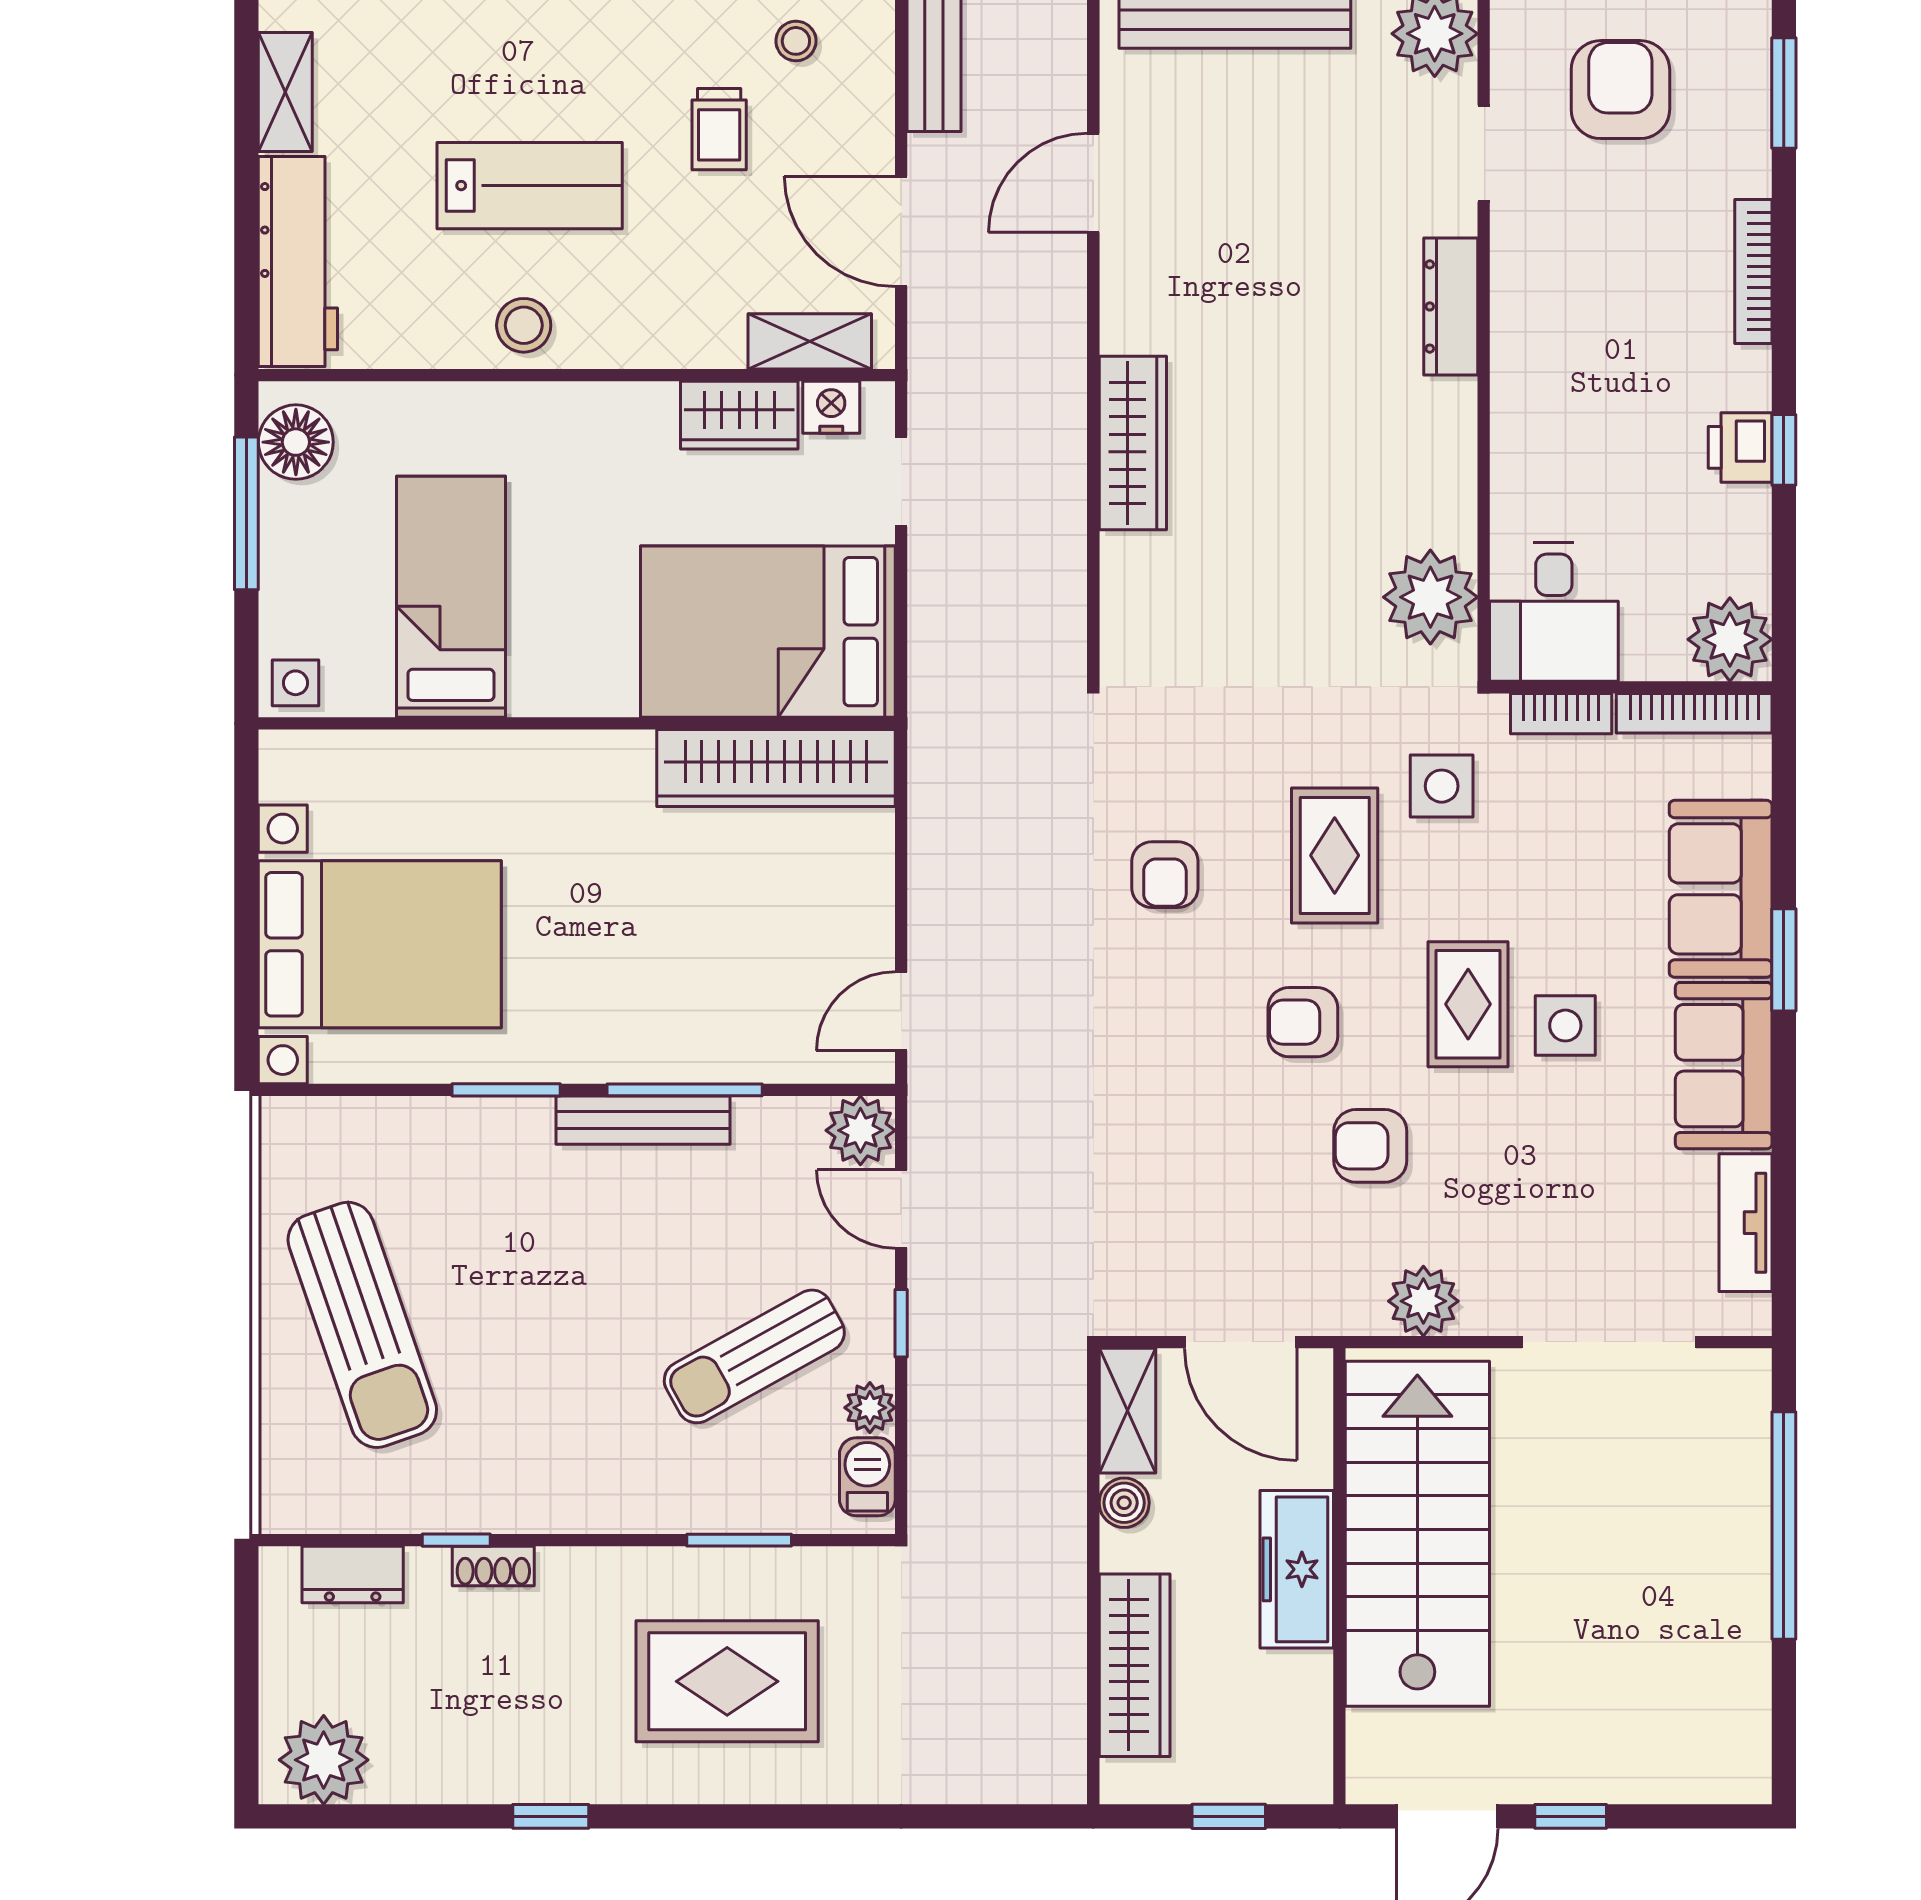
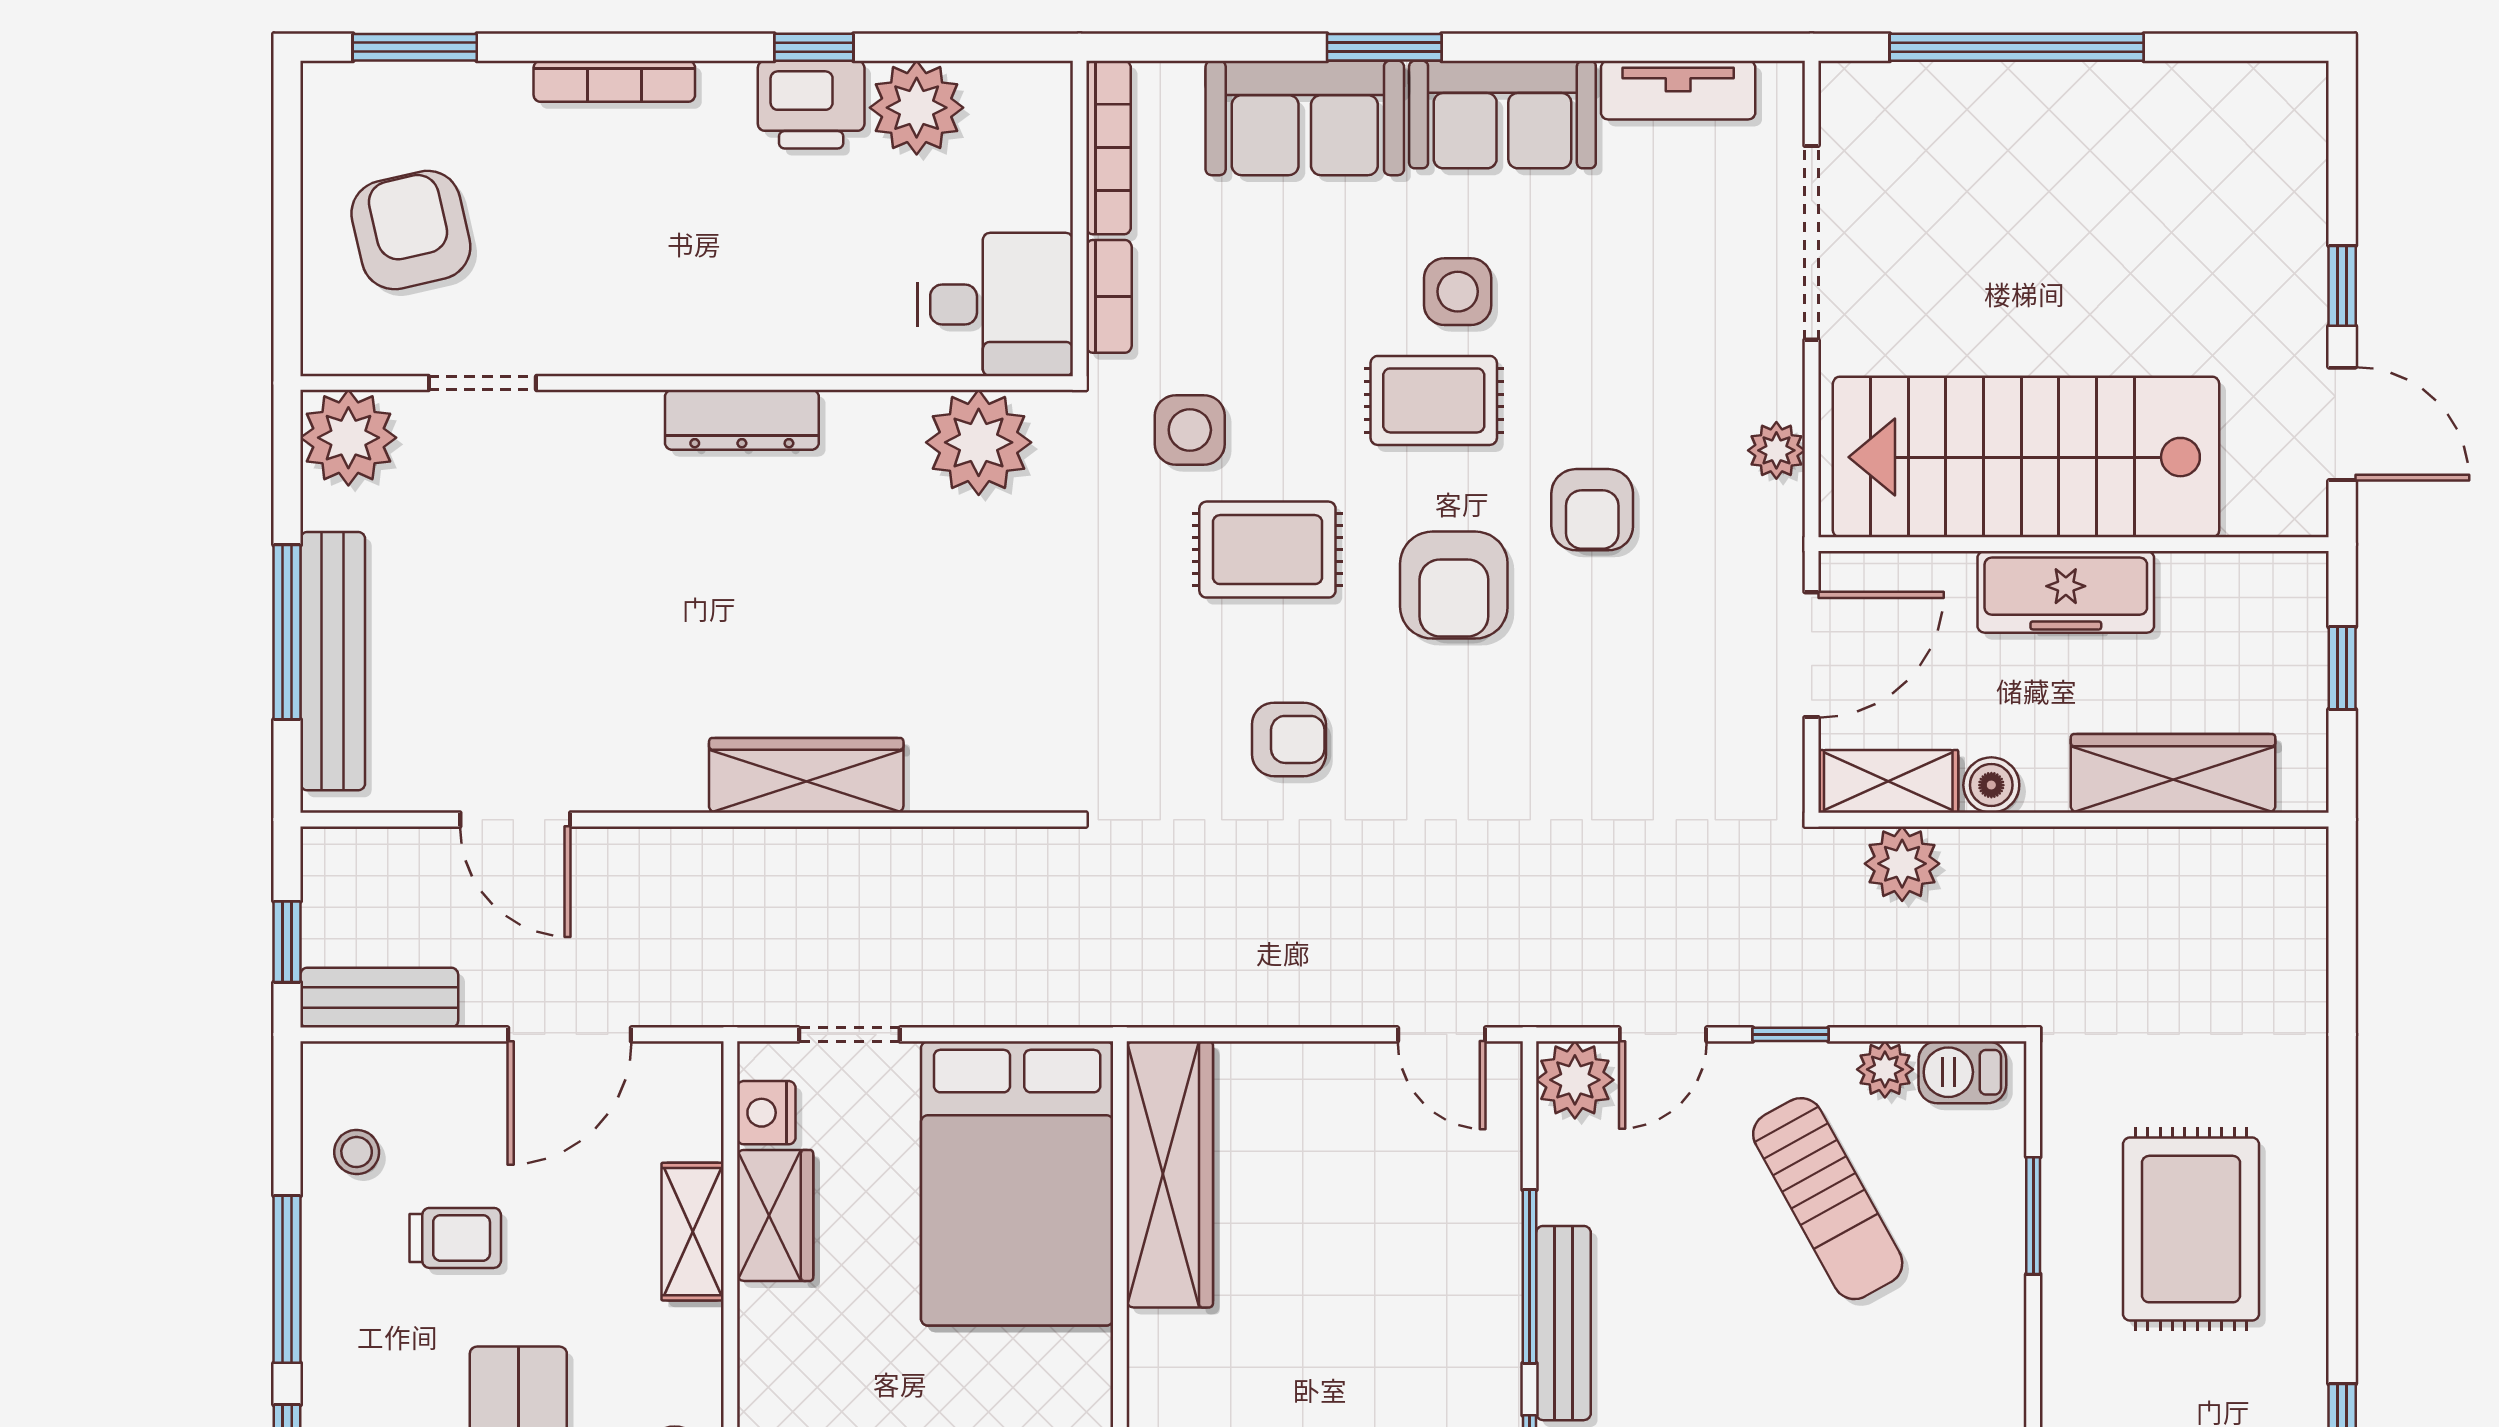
armchair: (1620, 90) -> (411, 230), turned 77
dresser: (1451, 306) -> (742, 420), moved
shelving: (810, 341) -> (693, 1232), moved
printer: (1740, 447) -> (811, 105), width x1.36, depth x1.24
plant: (1730, 639) -> (917, 108), moved
armchair: (1303, 1022) -> (1454, 585), width x1.38, depth x1.38
plant: (1423, 1301) -> (1776, 450), width x0.73, depth x0.73
plant: (1054, 1423) -> (1902, 864), added

